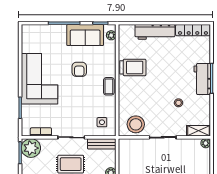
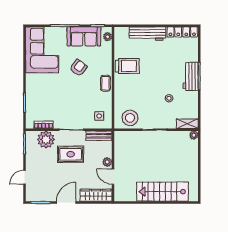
armchair: (79, 69) -> (78, 68), turned -143
corner sofa: (39, 79) -> (42, 50), moved
plant: (31, 148) -> (46, 140), moved

